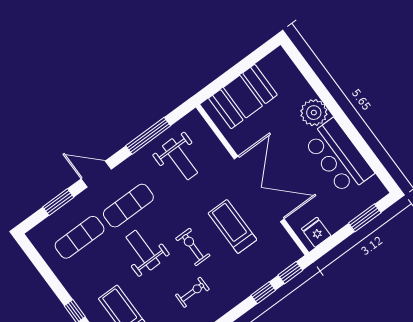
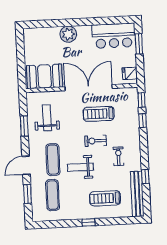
booth: (243, 97) -> (45, 76), moved, turned 90
window: (148, 136) -> (24, 126), width x0.69
bar counter: (339, 157) -> (114, 36), moved
weight bench: (180, 159) -> (47, 118), turned -90

